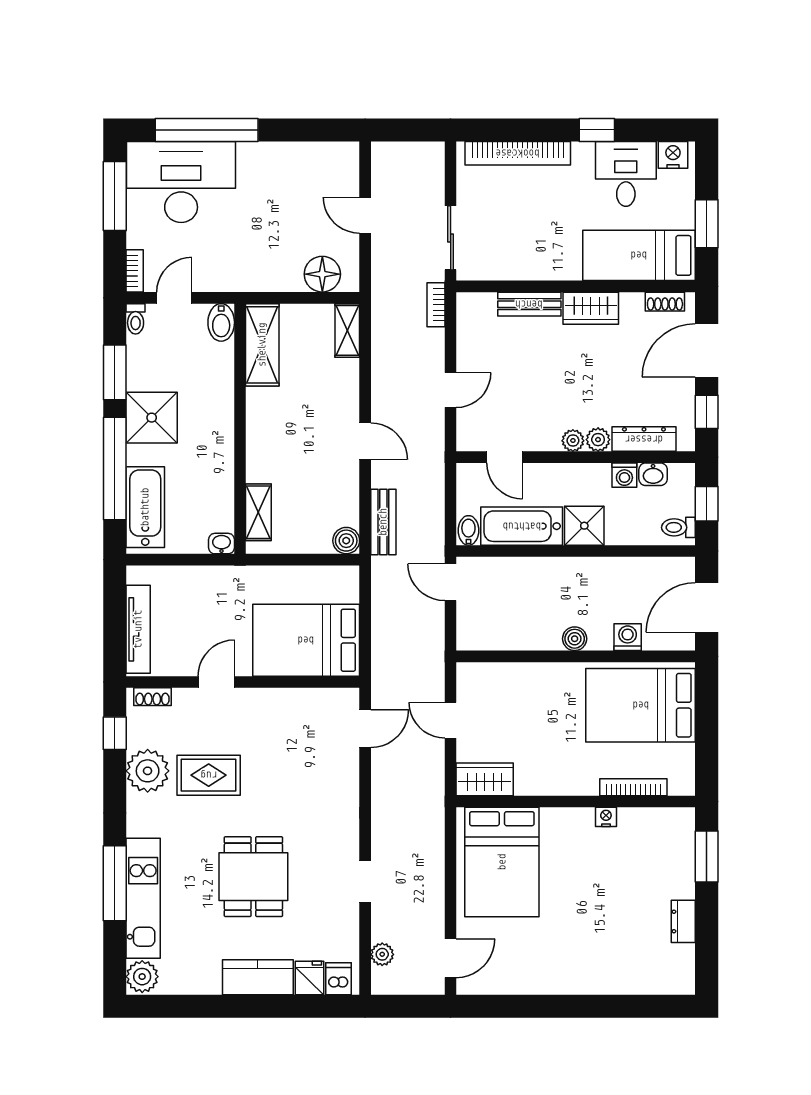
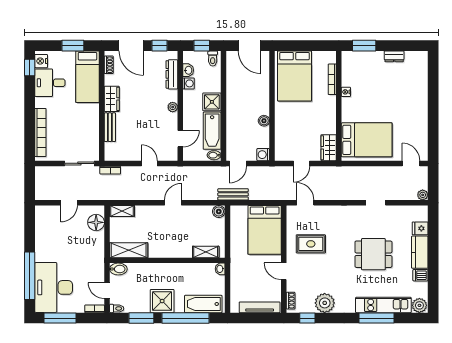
window: (597, 130) -> (30, 67), moved
plant: (598, 440) -> (172, 96), removed
bench: (383, 522) -> (233, 194), moved
washing machine: (628, 637) -> (263, 155), moved
boiler: (575, 639) -> (264, 121), moved
rug: (209, 775) -> (311, 244), moved, turned 90
plant: (382, 954) -> (423, 195), moved
dishwasher: (338, 979) -> (420, 275), moved

